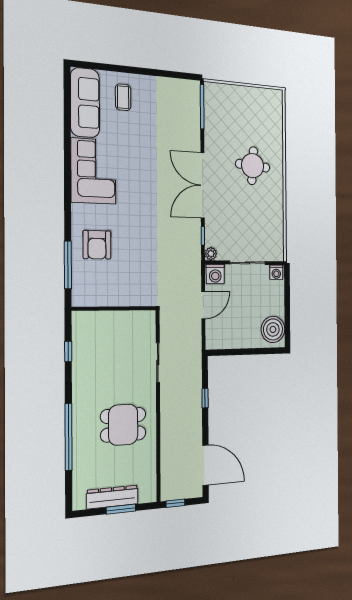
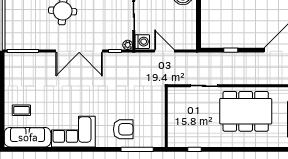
dining table: (123, 425) -> (246, 111), width x1.88, depth x1.24
window: (68, 437) -> (251, 149), removed

